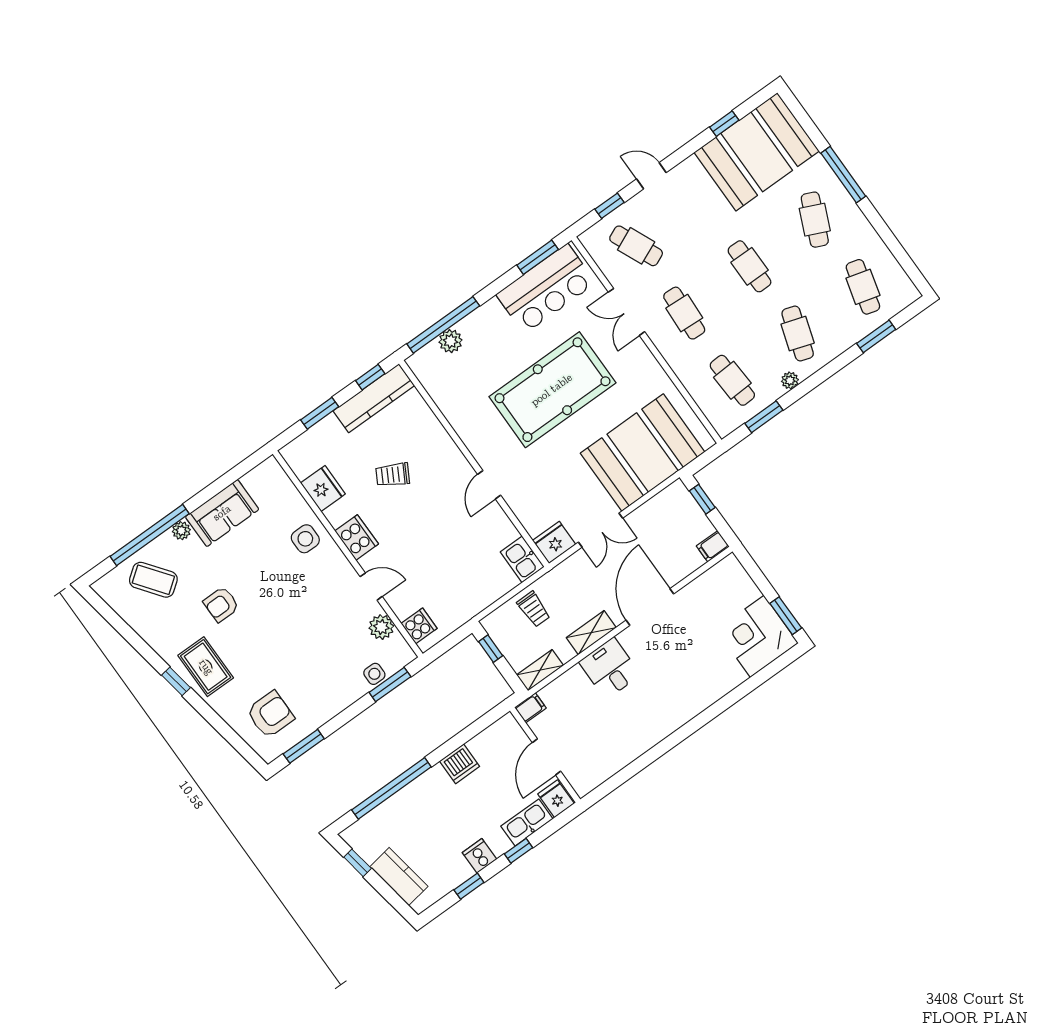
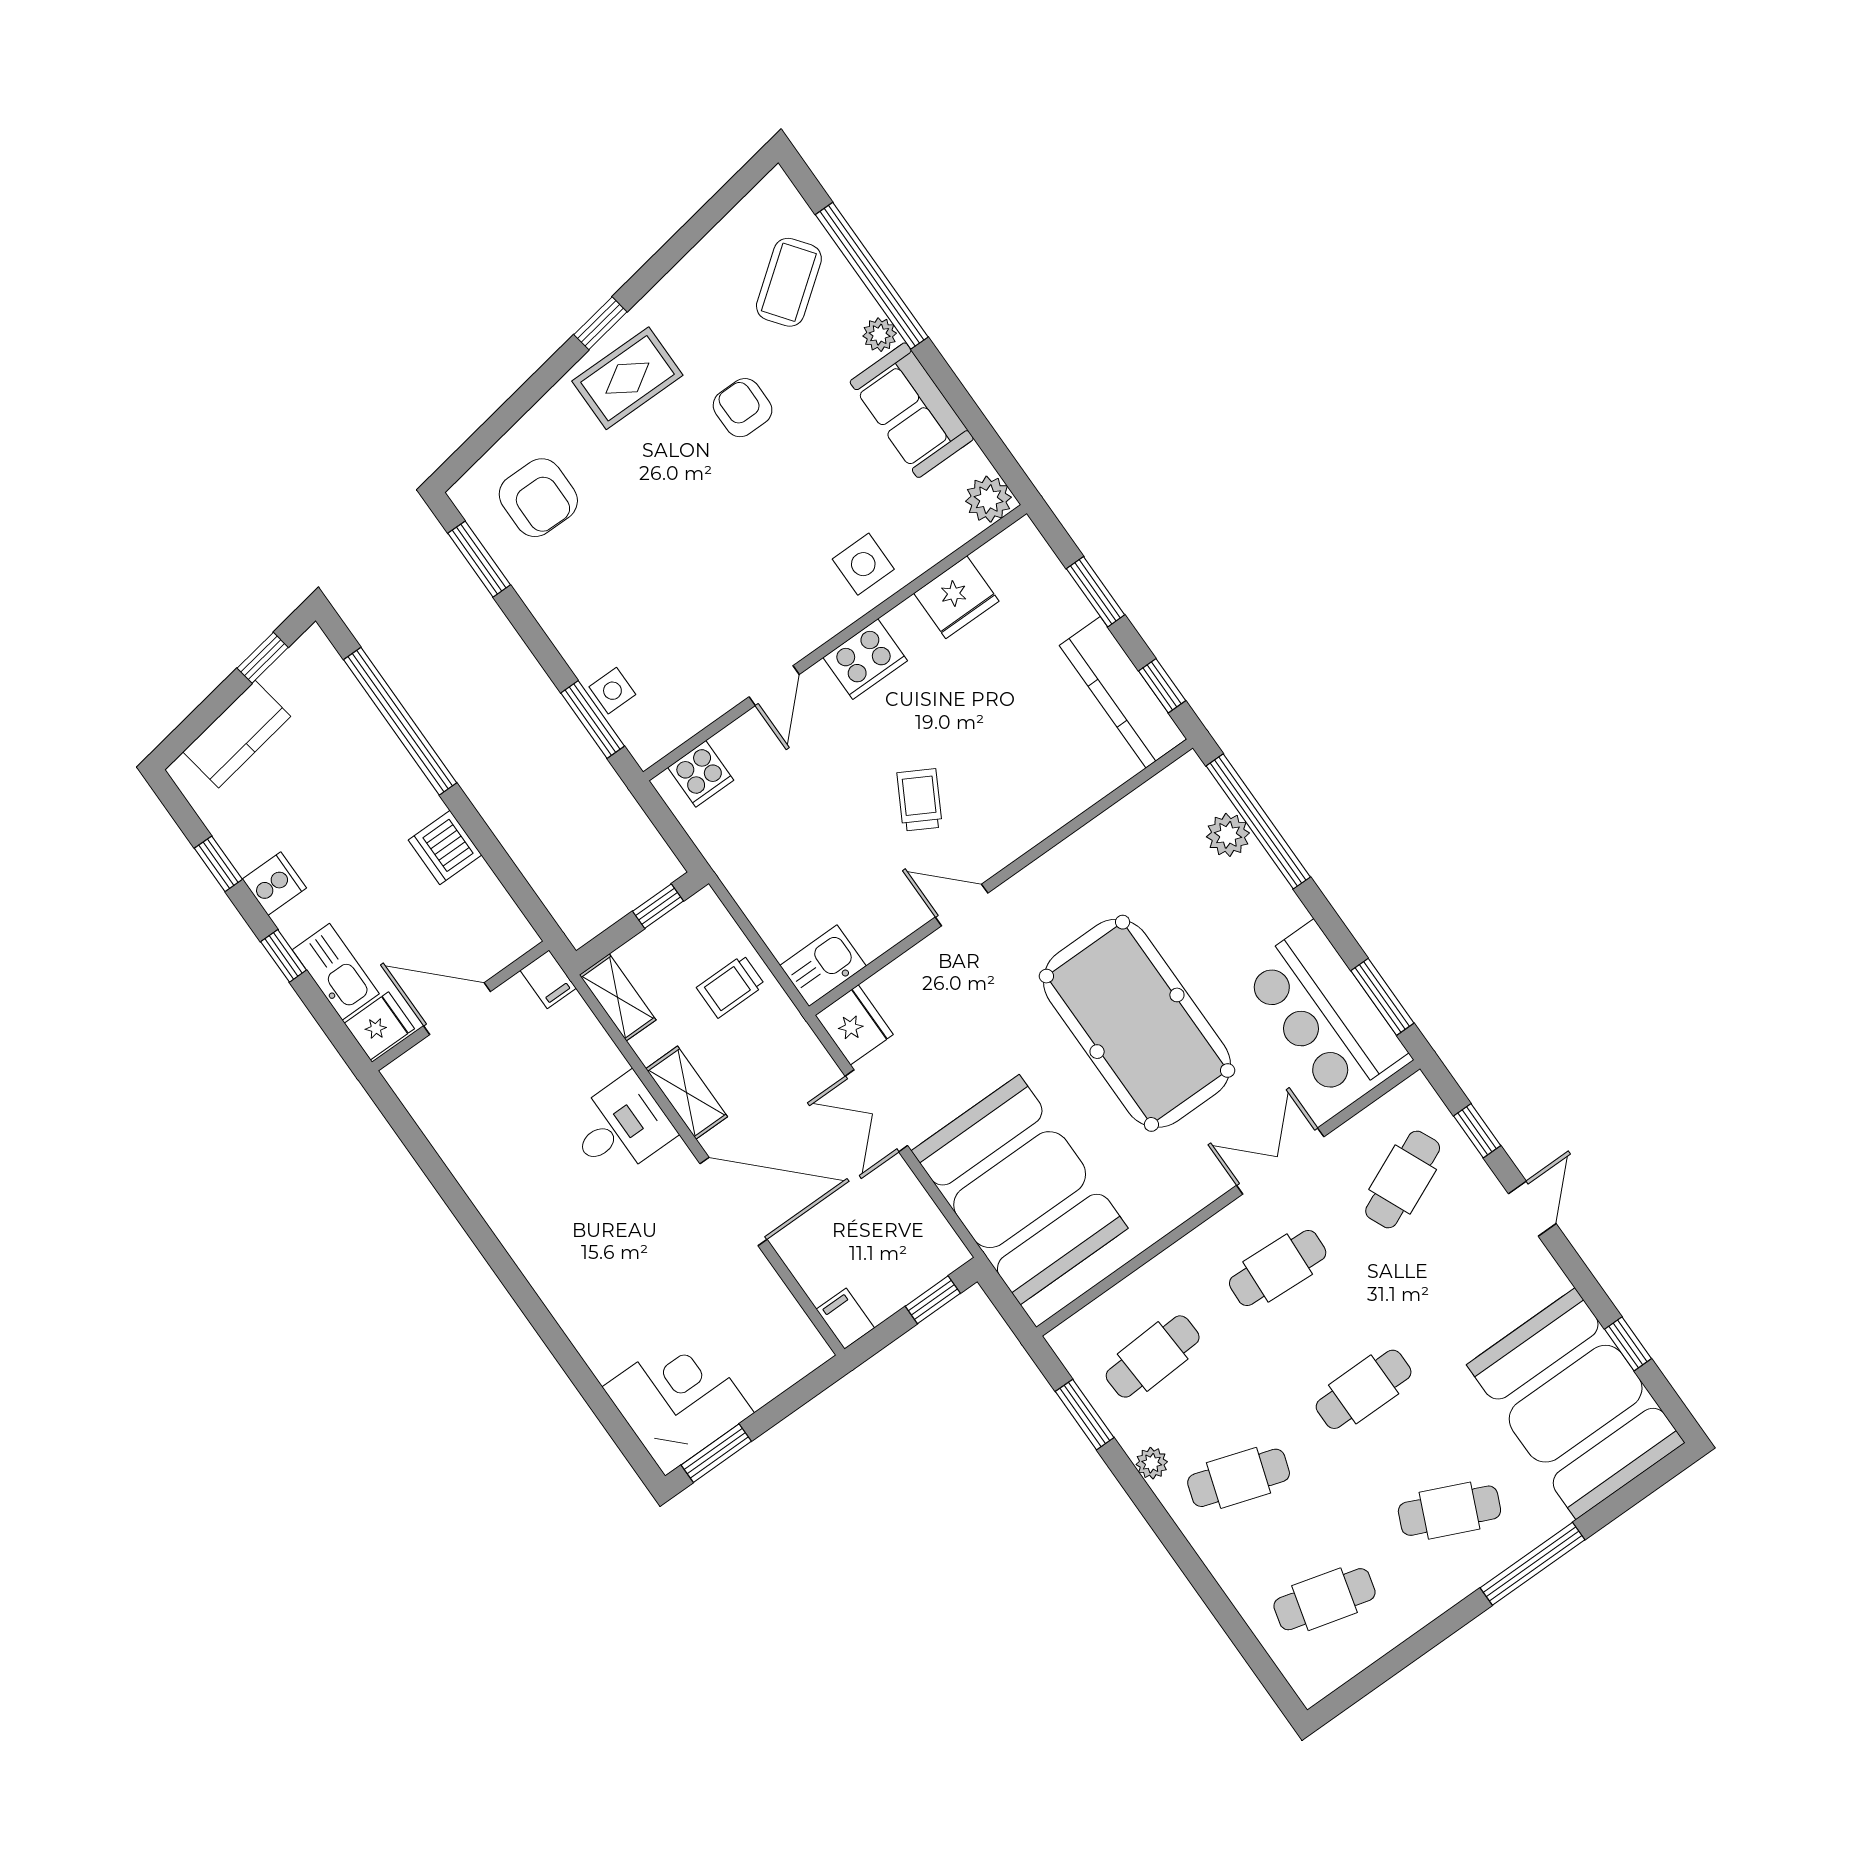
window: (876, 336) -> (1233, 1623), removed
trolley: (393, 475) -> (920, 800), moved
plant: (381, 627) -> (988, 499), moved

